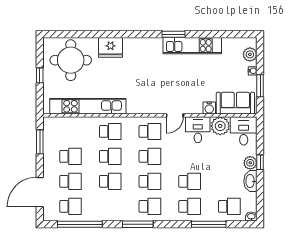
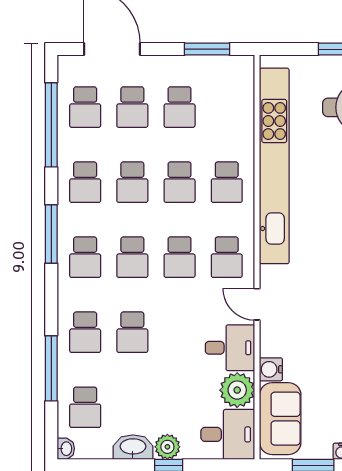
kitchen unit: (88, 106) -> (274, 166), width x1.36
school desk: (110, 206) -> (85, 182), added

